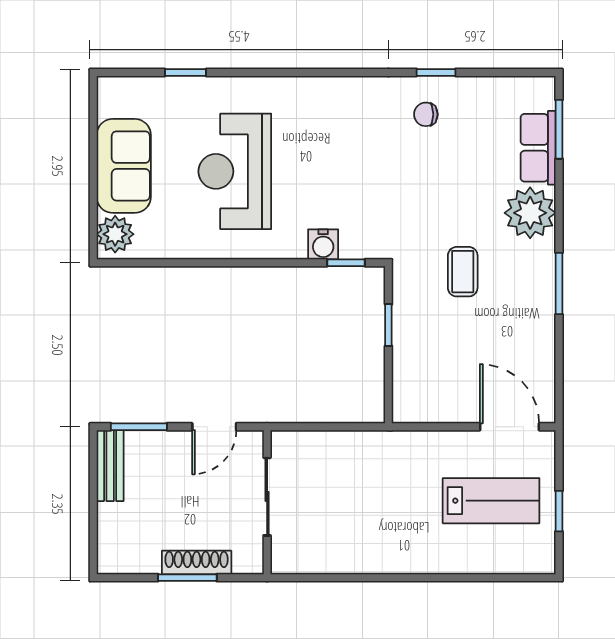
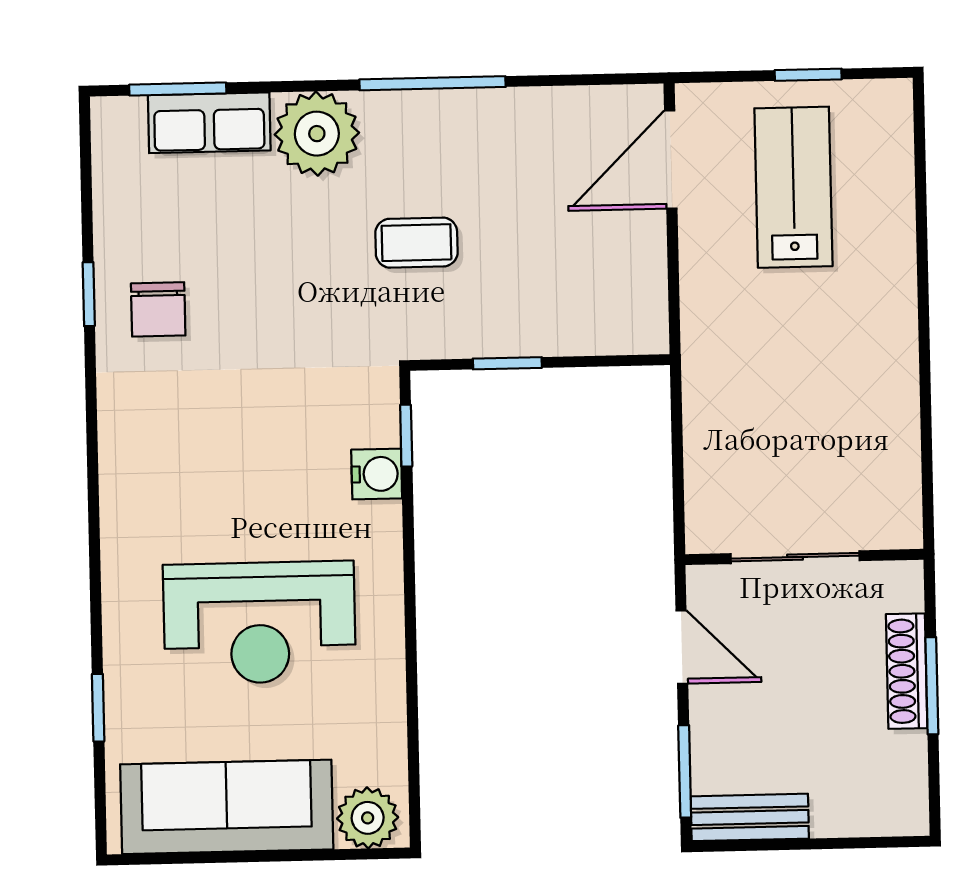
chair: (426, 114) -> (158, 309), width x1.37, depth x1.37
sofa: (124, 166) -> (227, 807), width x1.36
window: (559, 284) -> (432, 83), width x1.44

